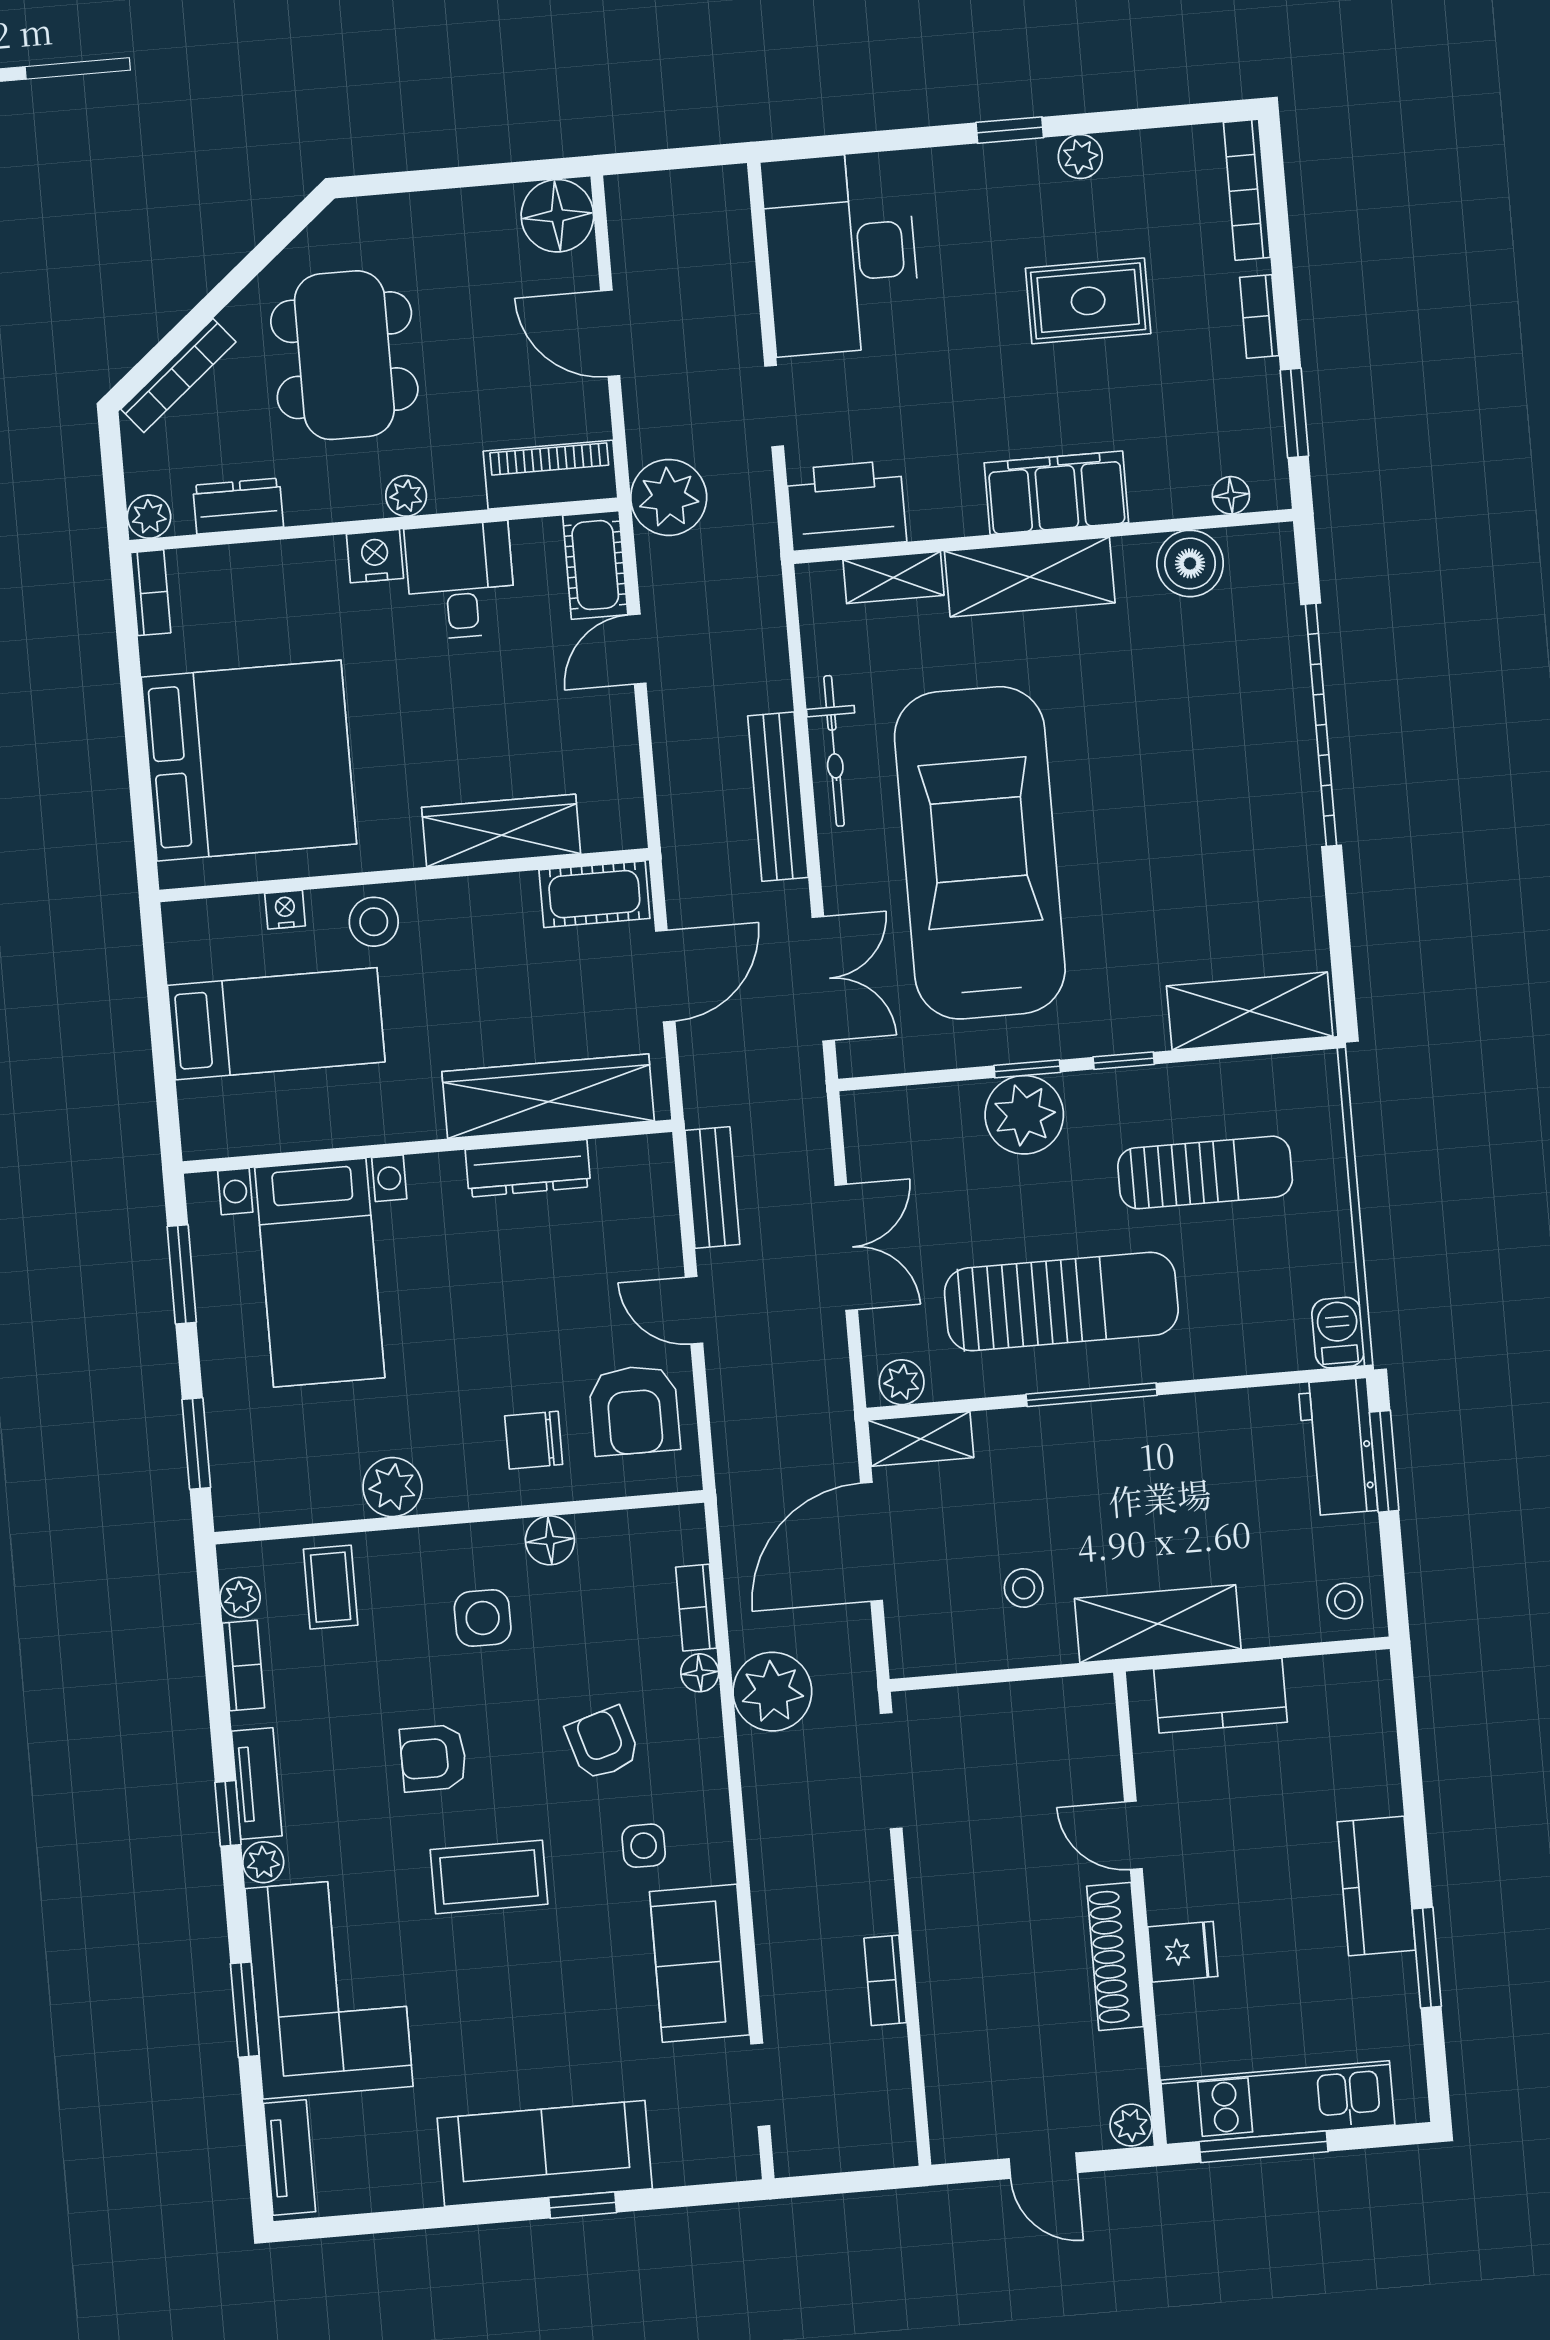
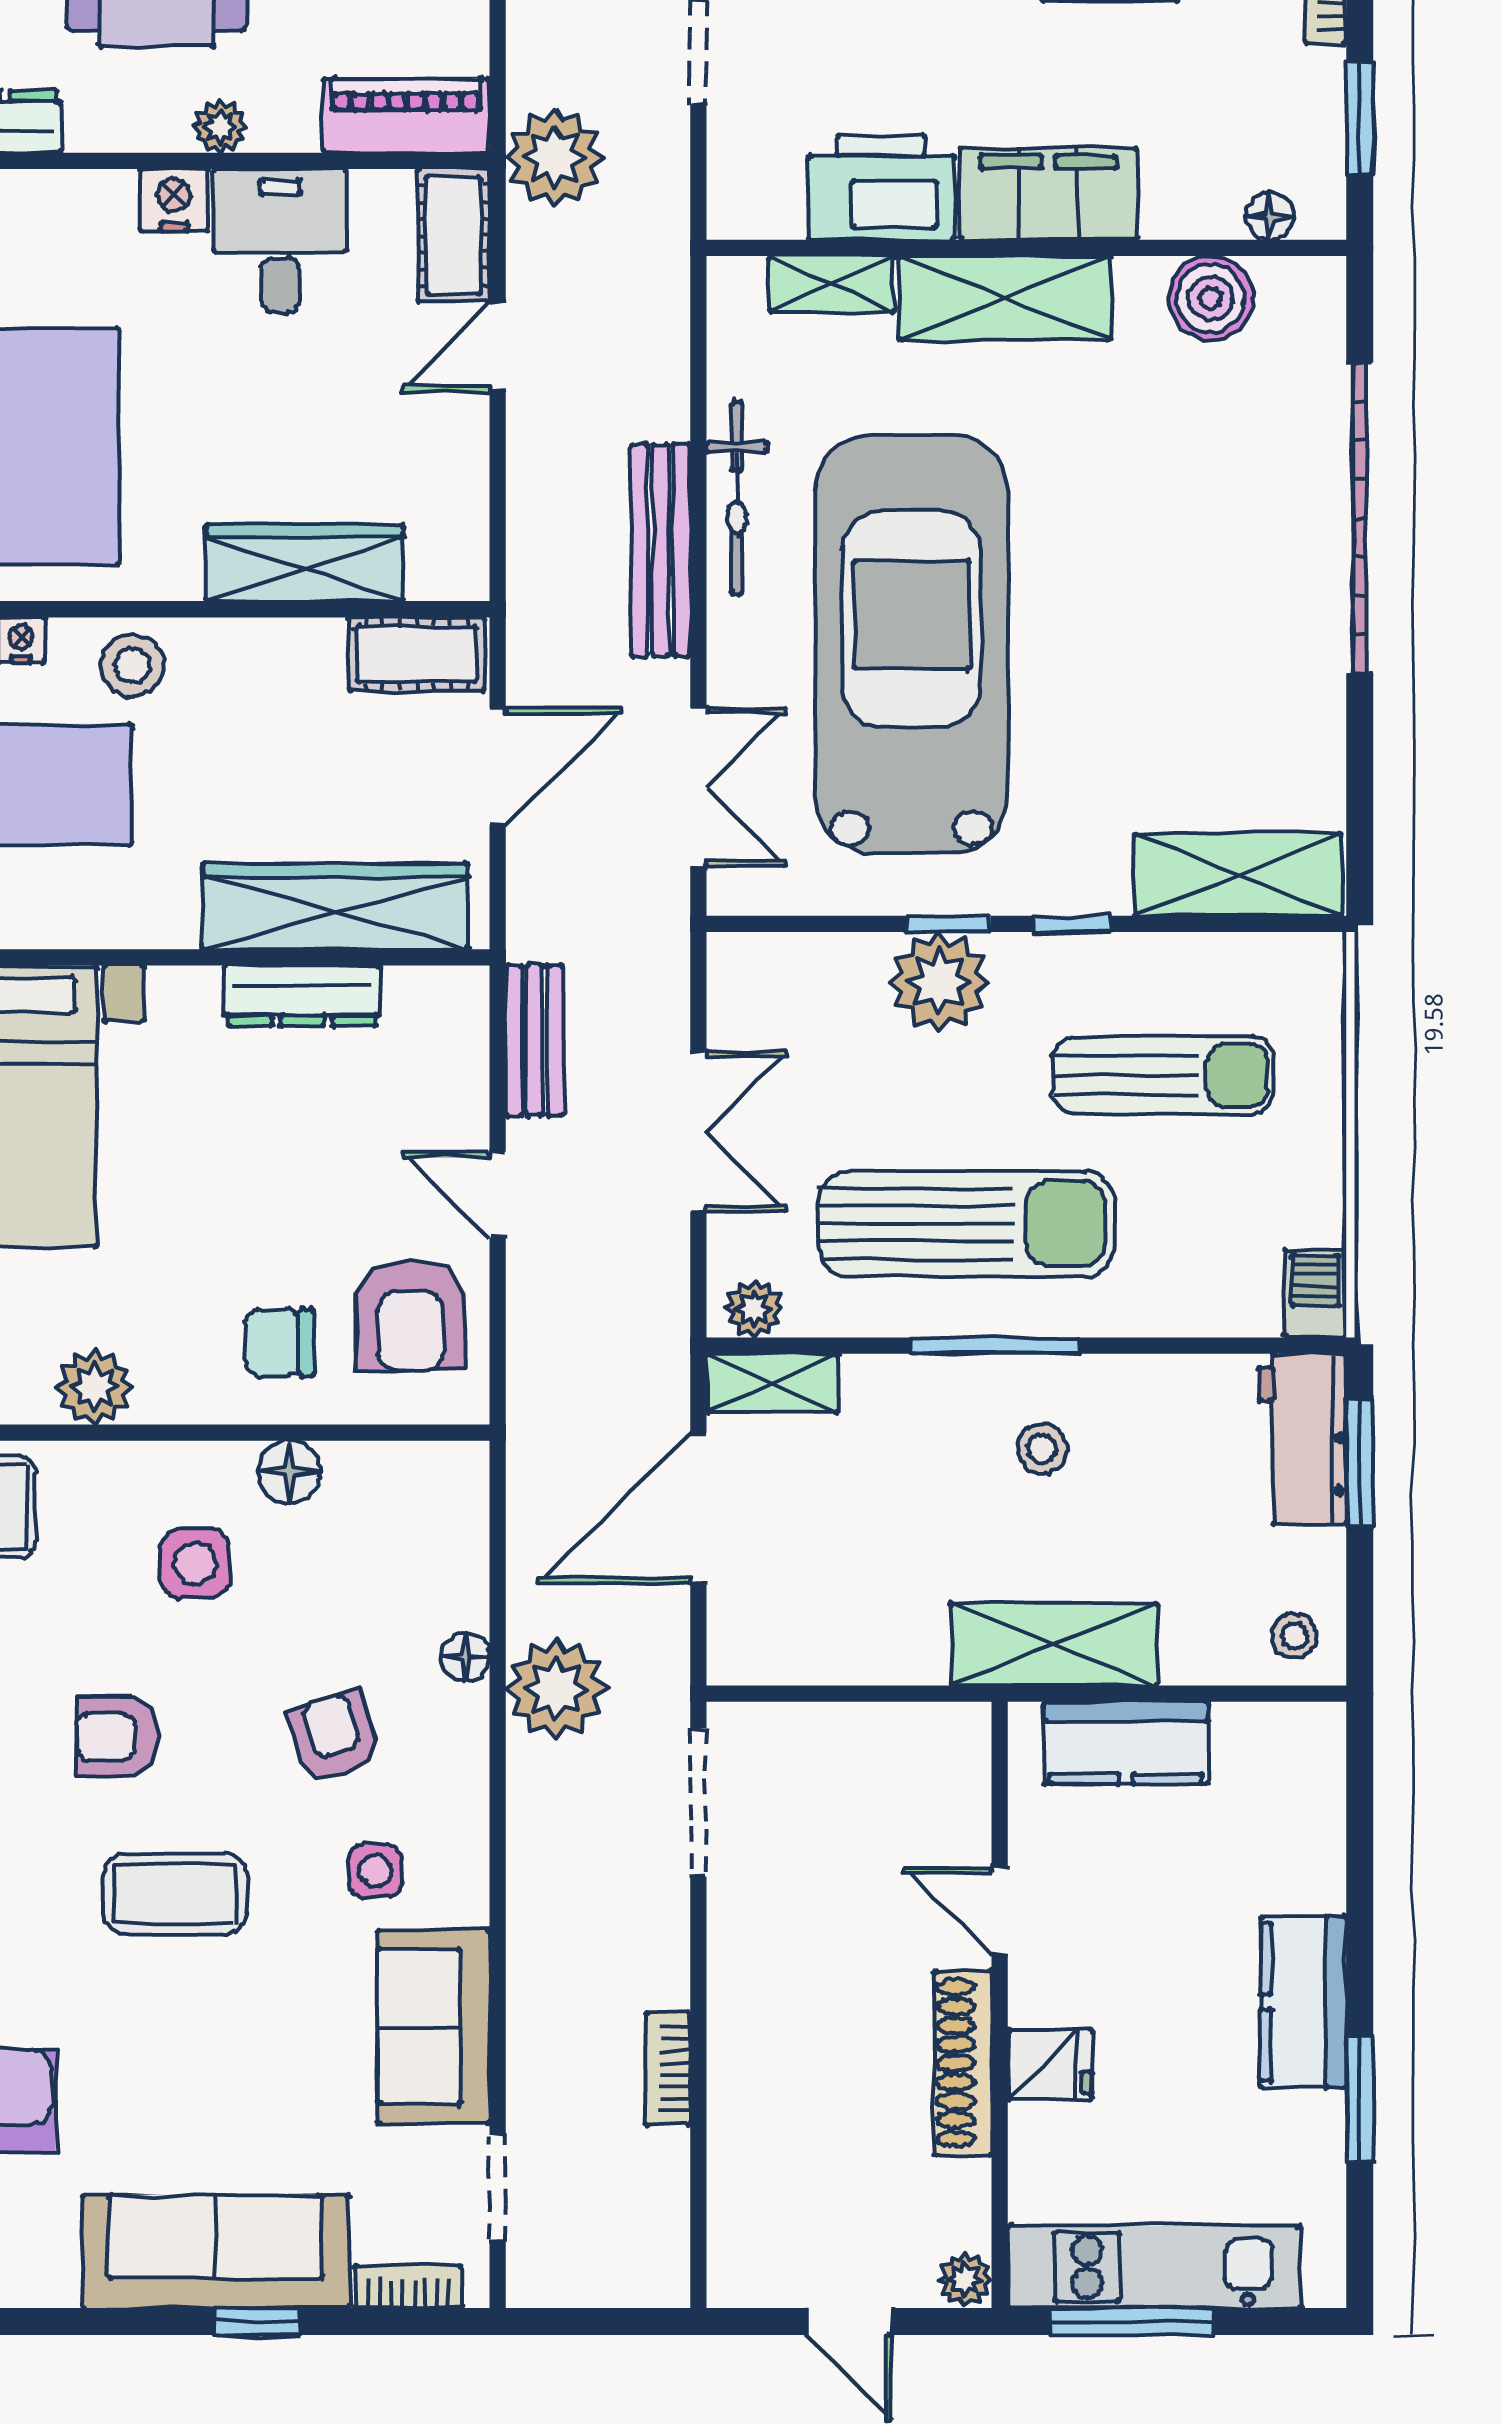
printer: (846, 506) -> (881, 187), moved
stool: (1024, 1588) -> (1042, 1449), moved
bookcase: (696, 1608) -> (408, 2287), moved, turned 90

